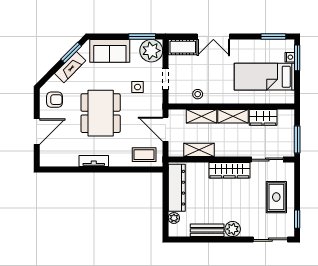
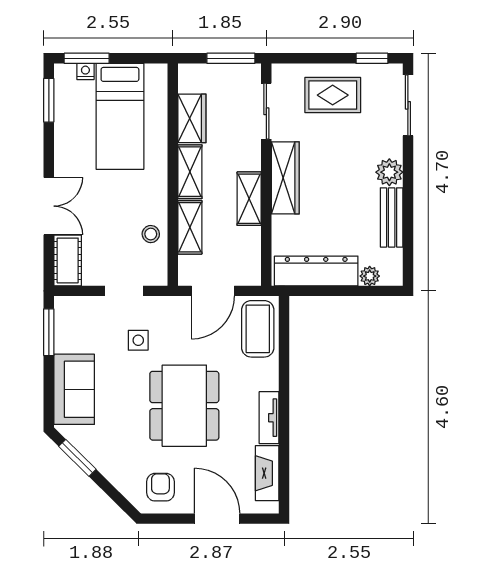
plant: (151, 51) -> (74, 316), removed
fireplace: (70, 67) -> (267, 473), moved, turned -135
dining table: (101, 113) -> (184, 406), turned 90
shelving: (199, 150) -> (249, 199), moved
coffee table: (144, 155) -> (258, 329), width x1.36, depth x1.30

